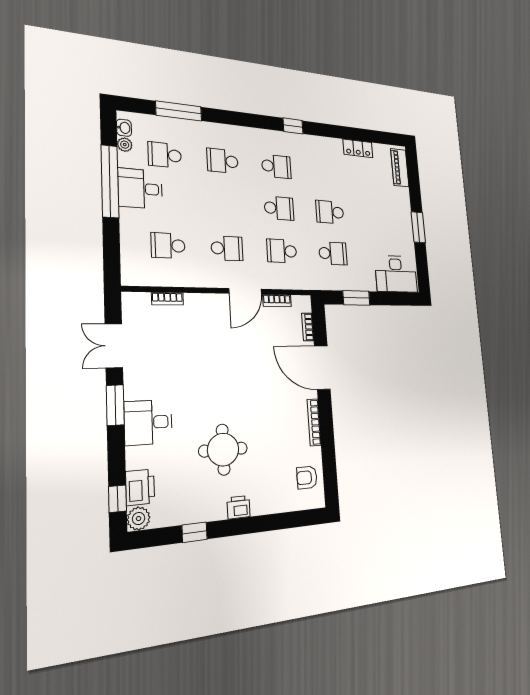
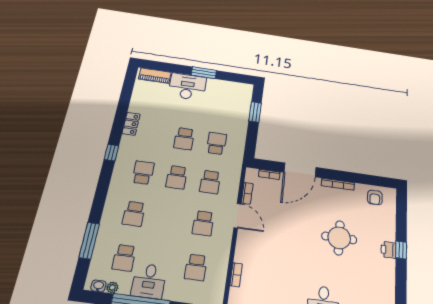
locker: (358, 148) -> (131, 124), moved
school desk: (279, 208) -> (177, 177), turned 180
school desk: (227, 248) -> (203, 223), turned 180
desk: (396, 274) -> (187, 87), moved, turned -90
window: (356, 298) -> (255, 112), moved
round table: (223, 450) -> (339, 238), moved
window: (194, 532) -> (401, 250), moved

